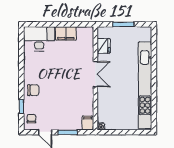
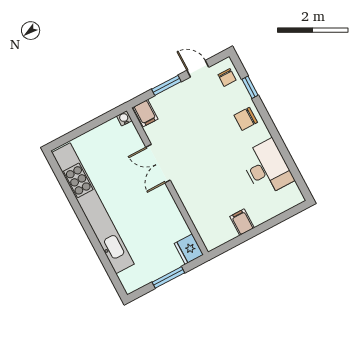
filing cabinet: (66, 33) -> (242, 222), width x0.50
desk: (39, 39) -> (267, 168), moved, turned -90
fridge: (104, 46) -> (189, 249), moved
double door: (95, 74) -> (158, 164), moved

